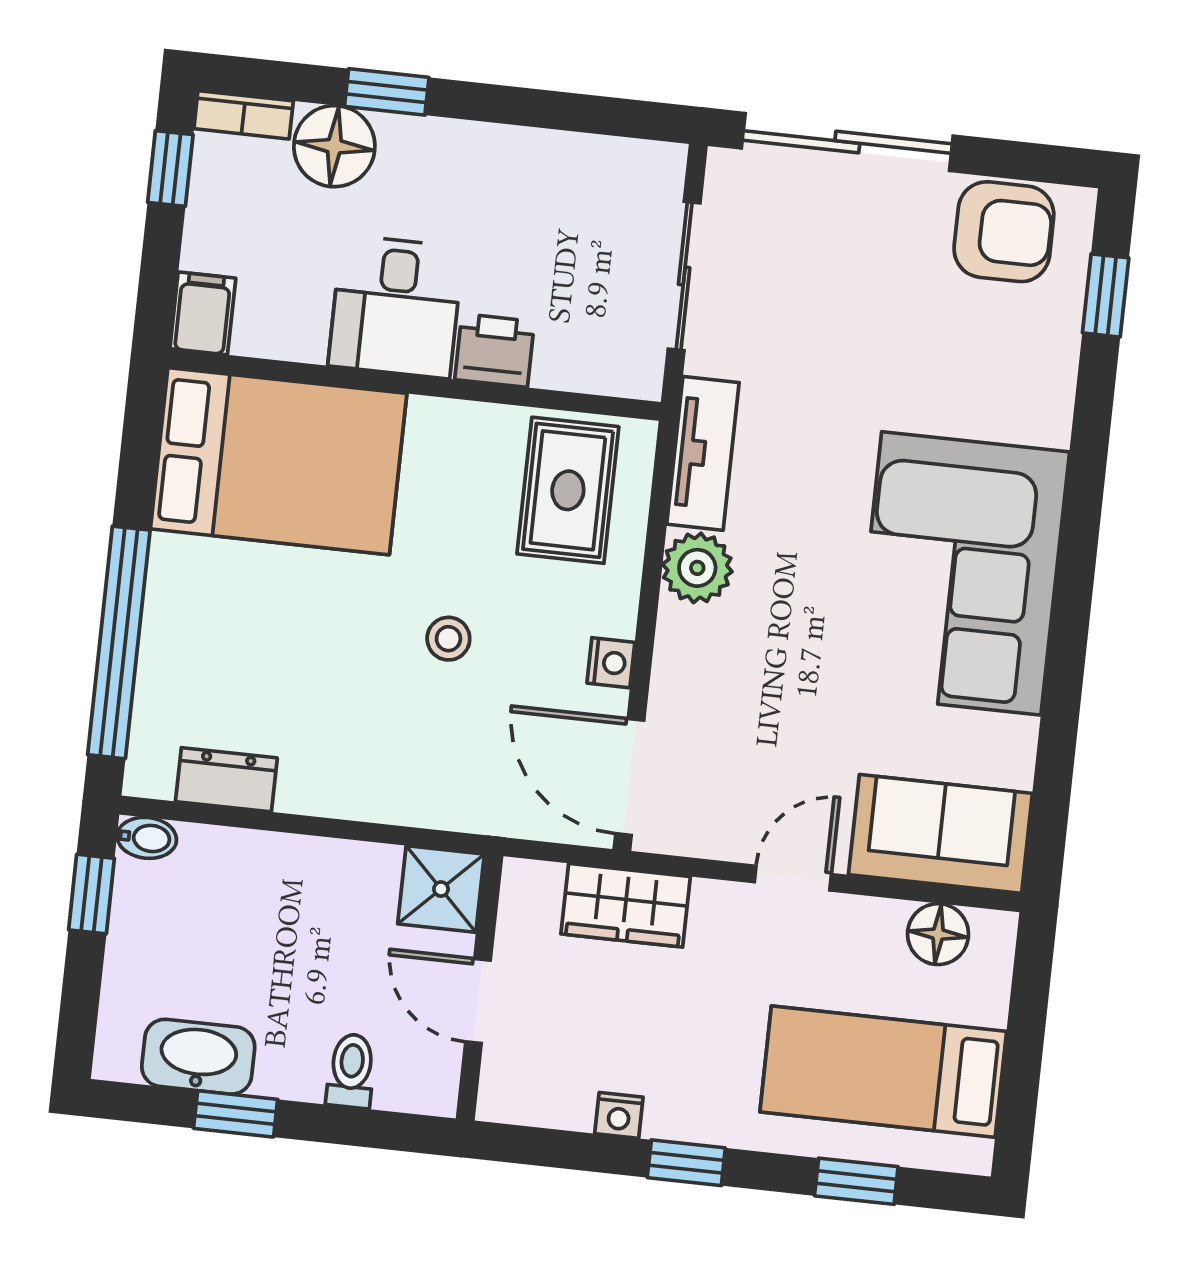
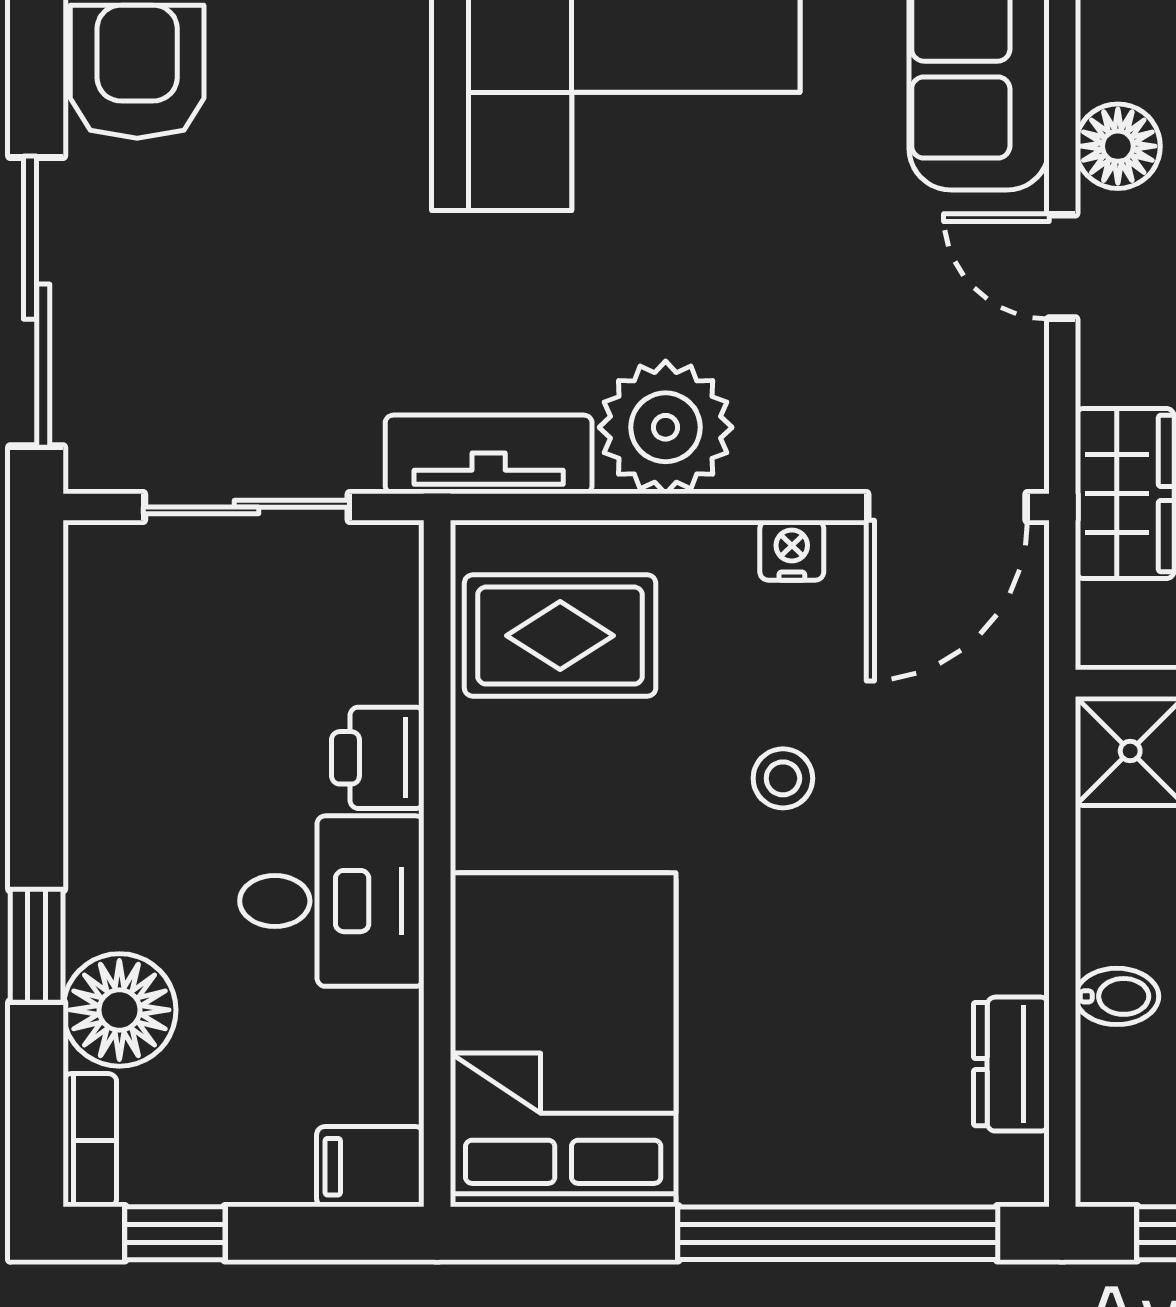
plant: (697, 568) -> (666, 427), width x1.36, depth x1.36
bidet: (147, 838) -> (1117, 996), moved, turned 90
floor lamp: (938, 934) -> (1118, 146), moved

